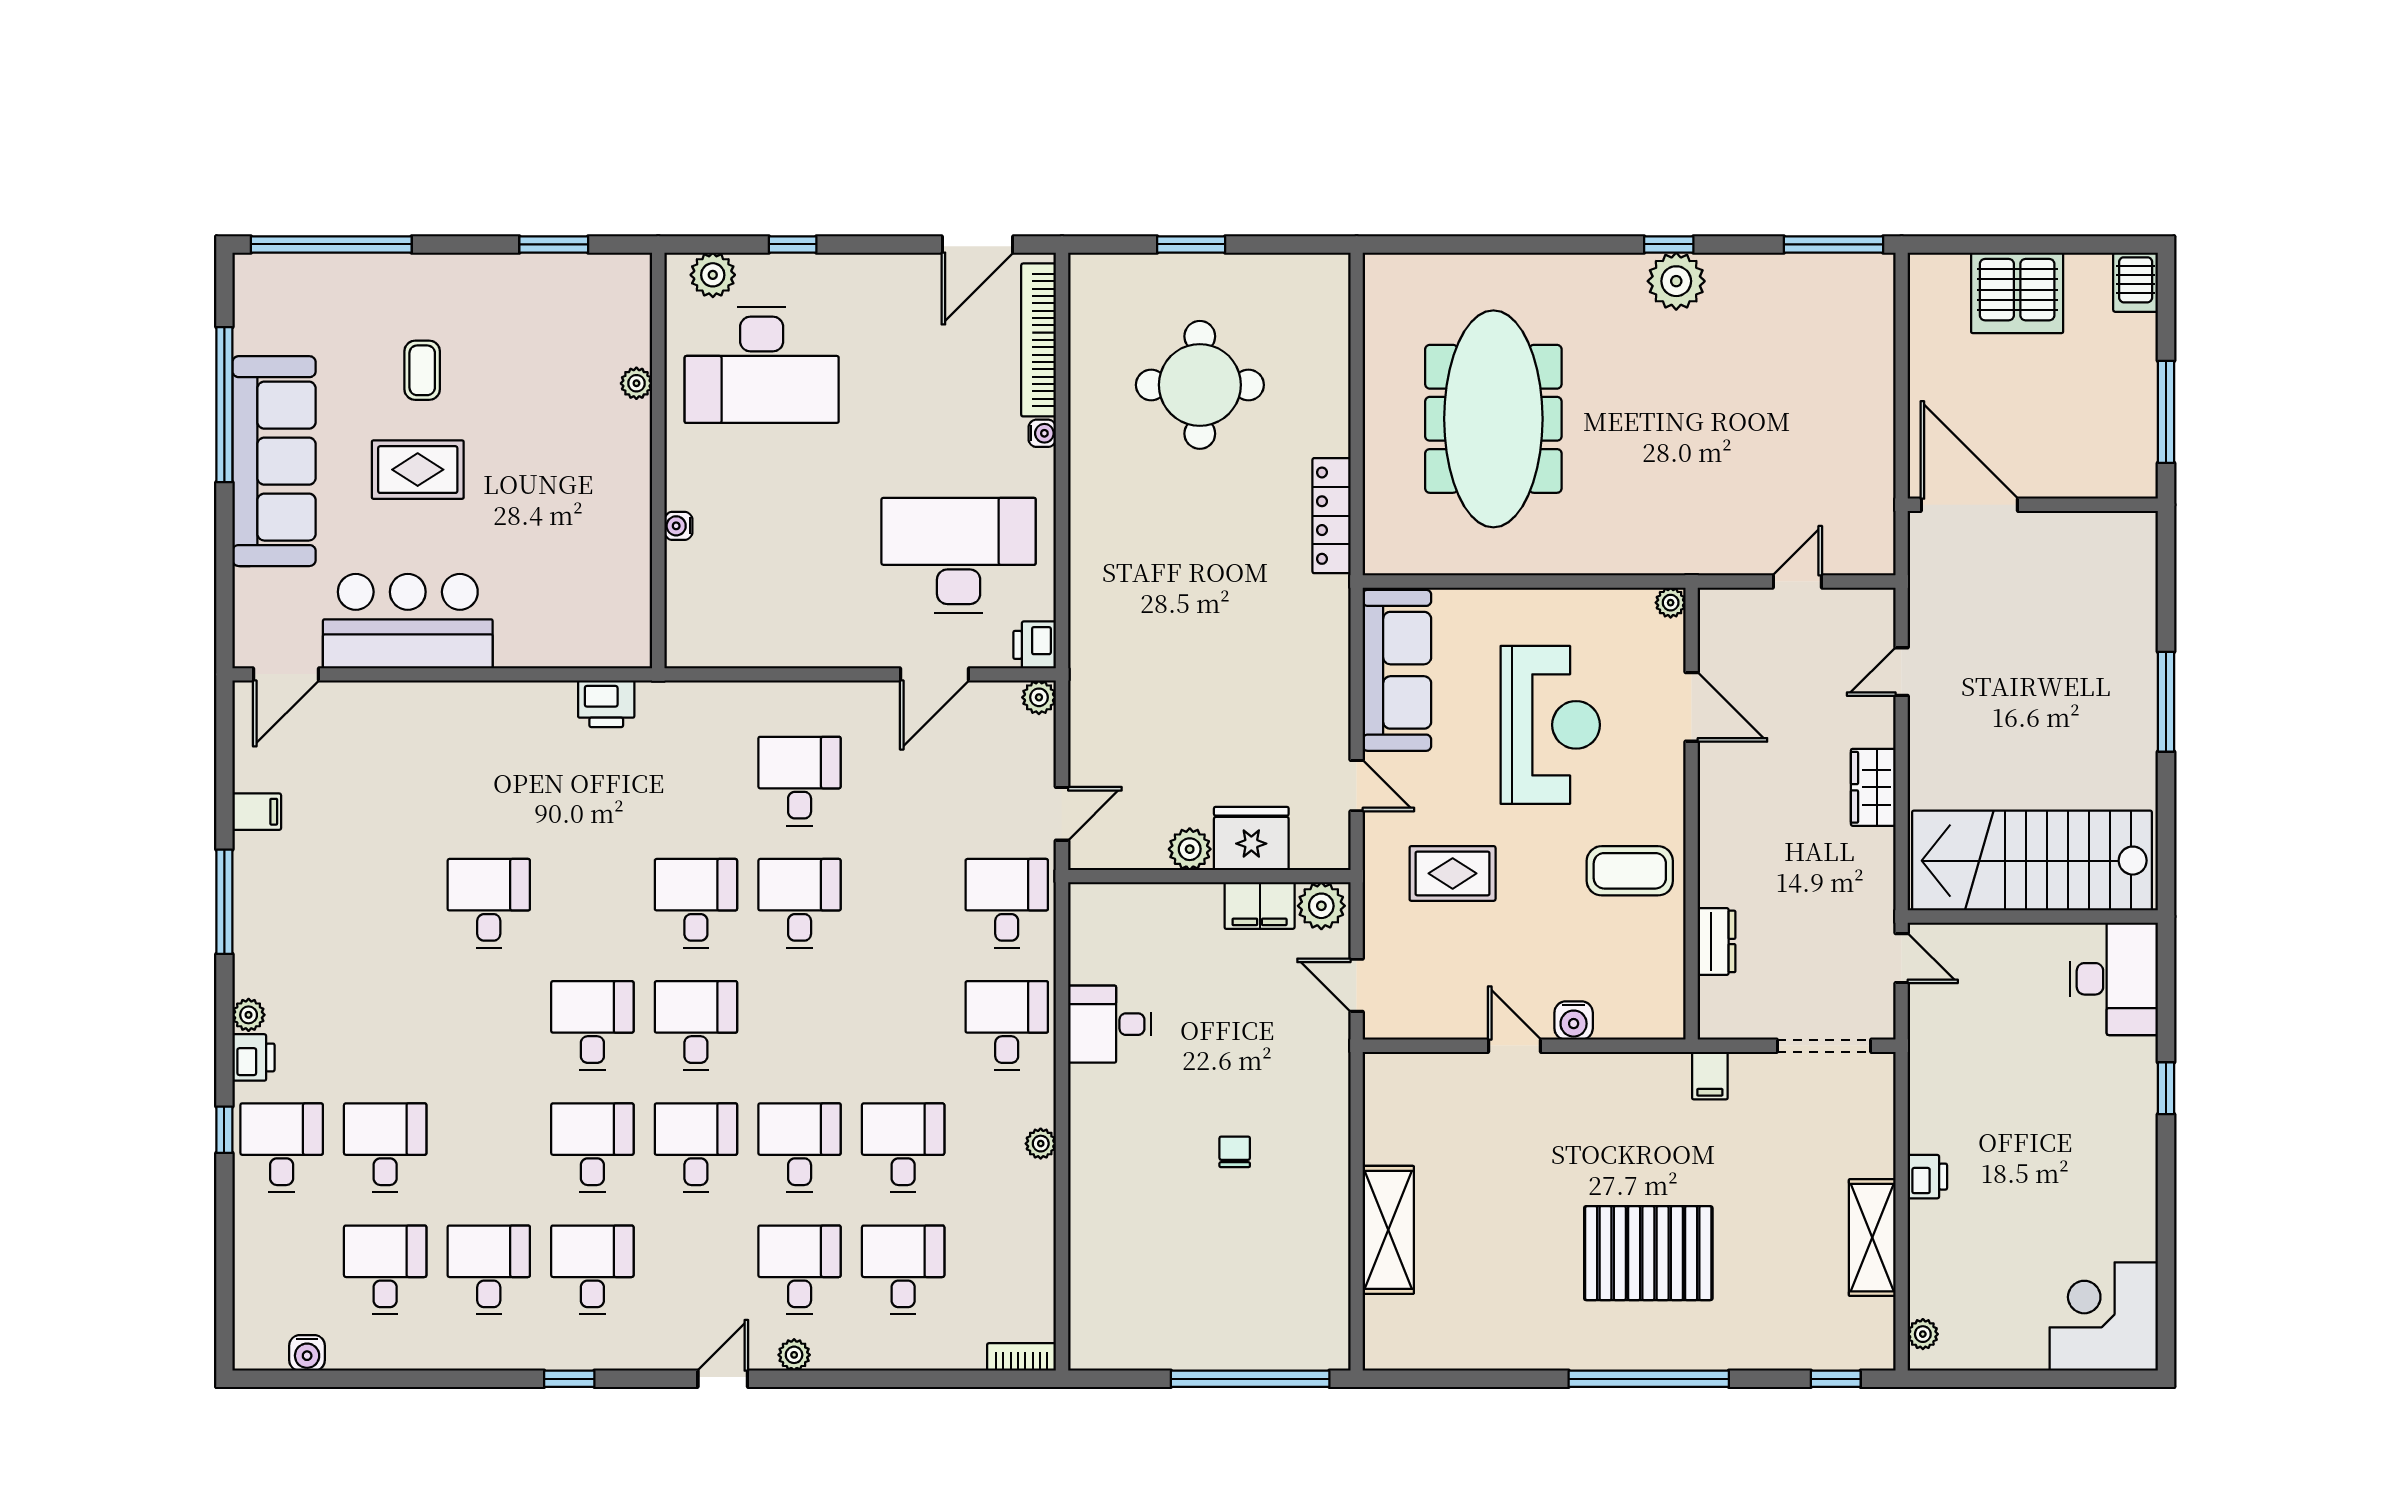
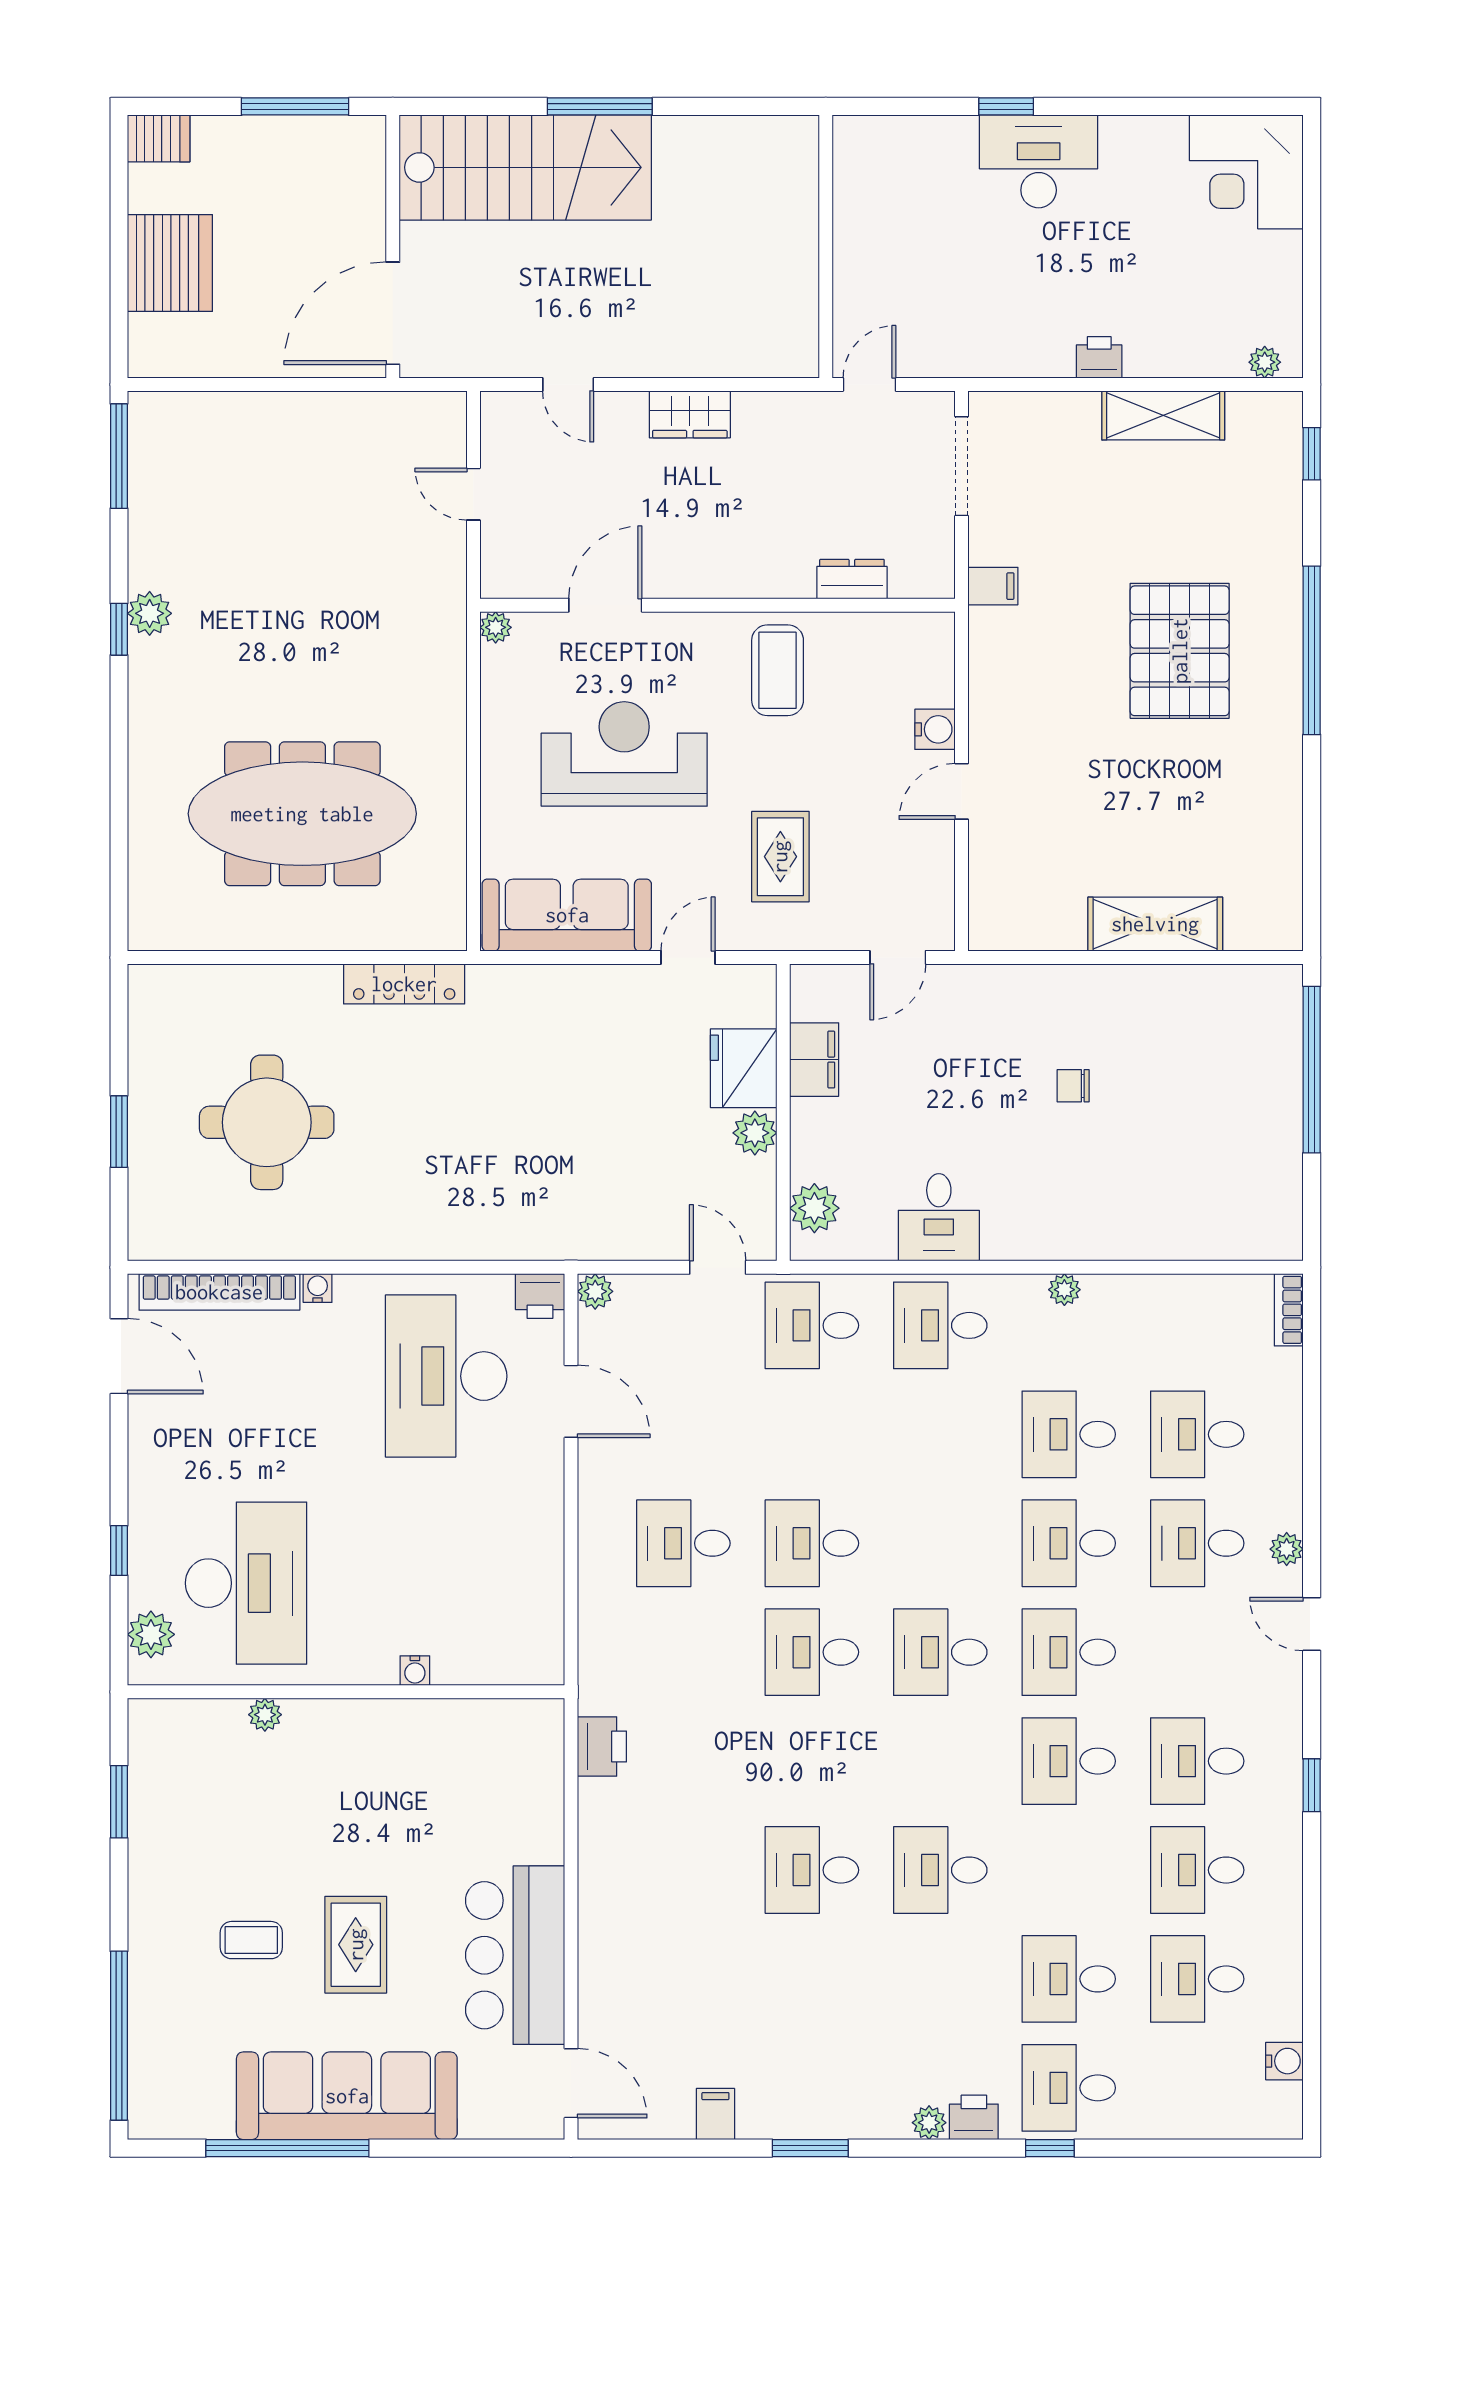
plant: (1676, 281) -> (150, 613), width x0.73, depth x0.73
stairs: (2032, 861) -> (525, 167), moved, turned -90
window: (224, 902) -> (810, 2148), width x0.69
plant: (1321, 906) -> (814, 1208), moved
desk: (2114, 979) -> (1039, 161), moved
desk: (592, 1026) -> (940, 1870), moved

